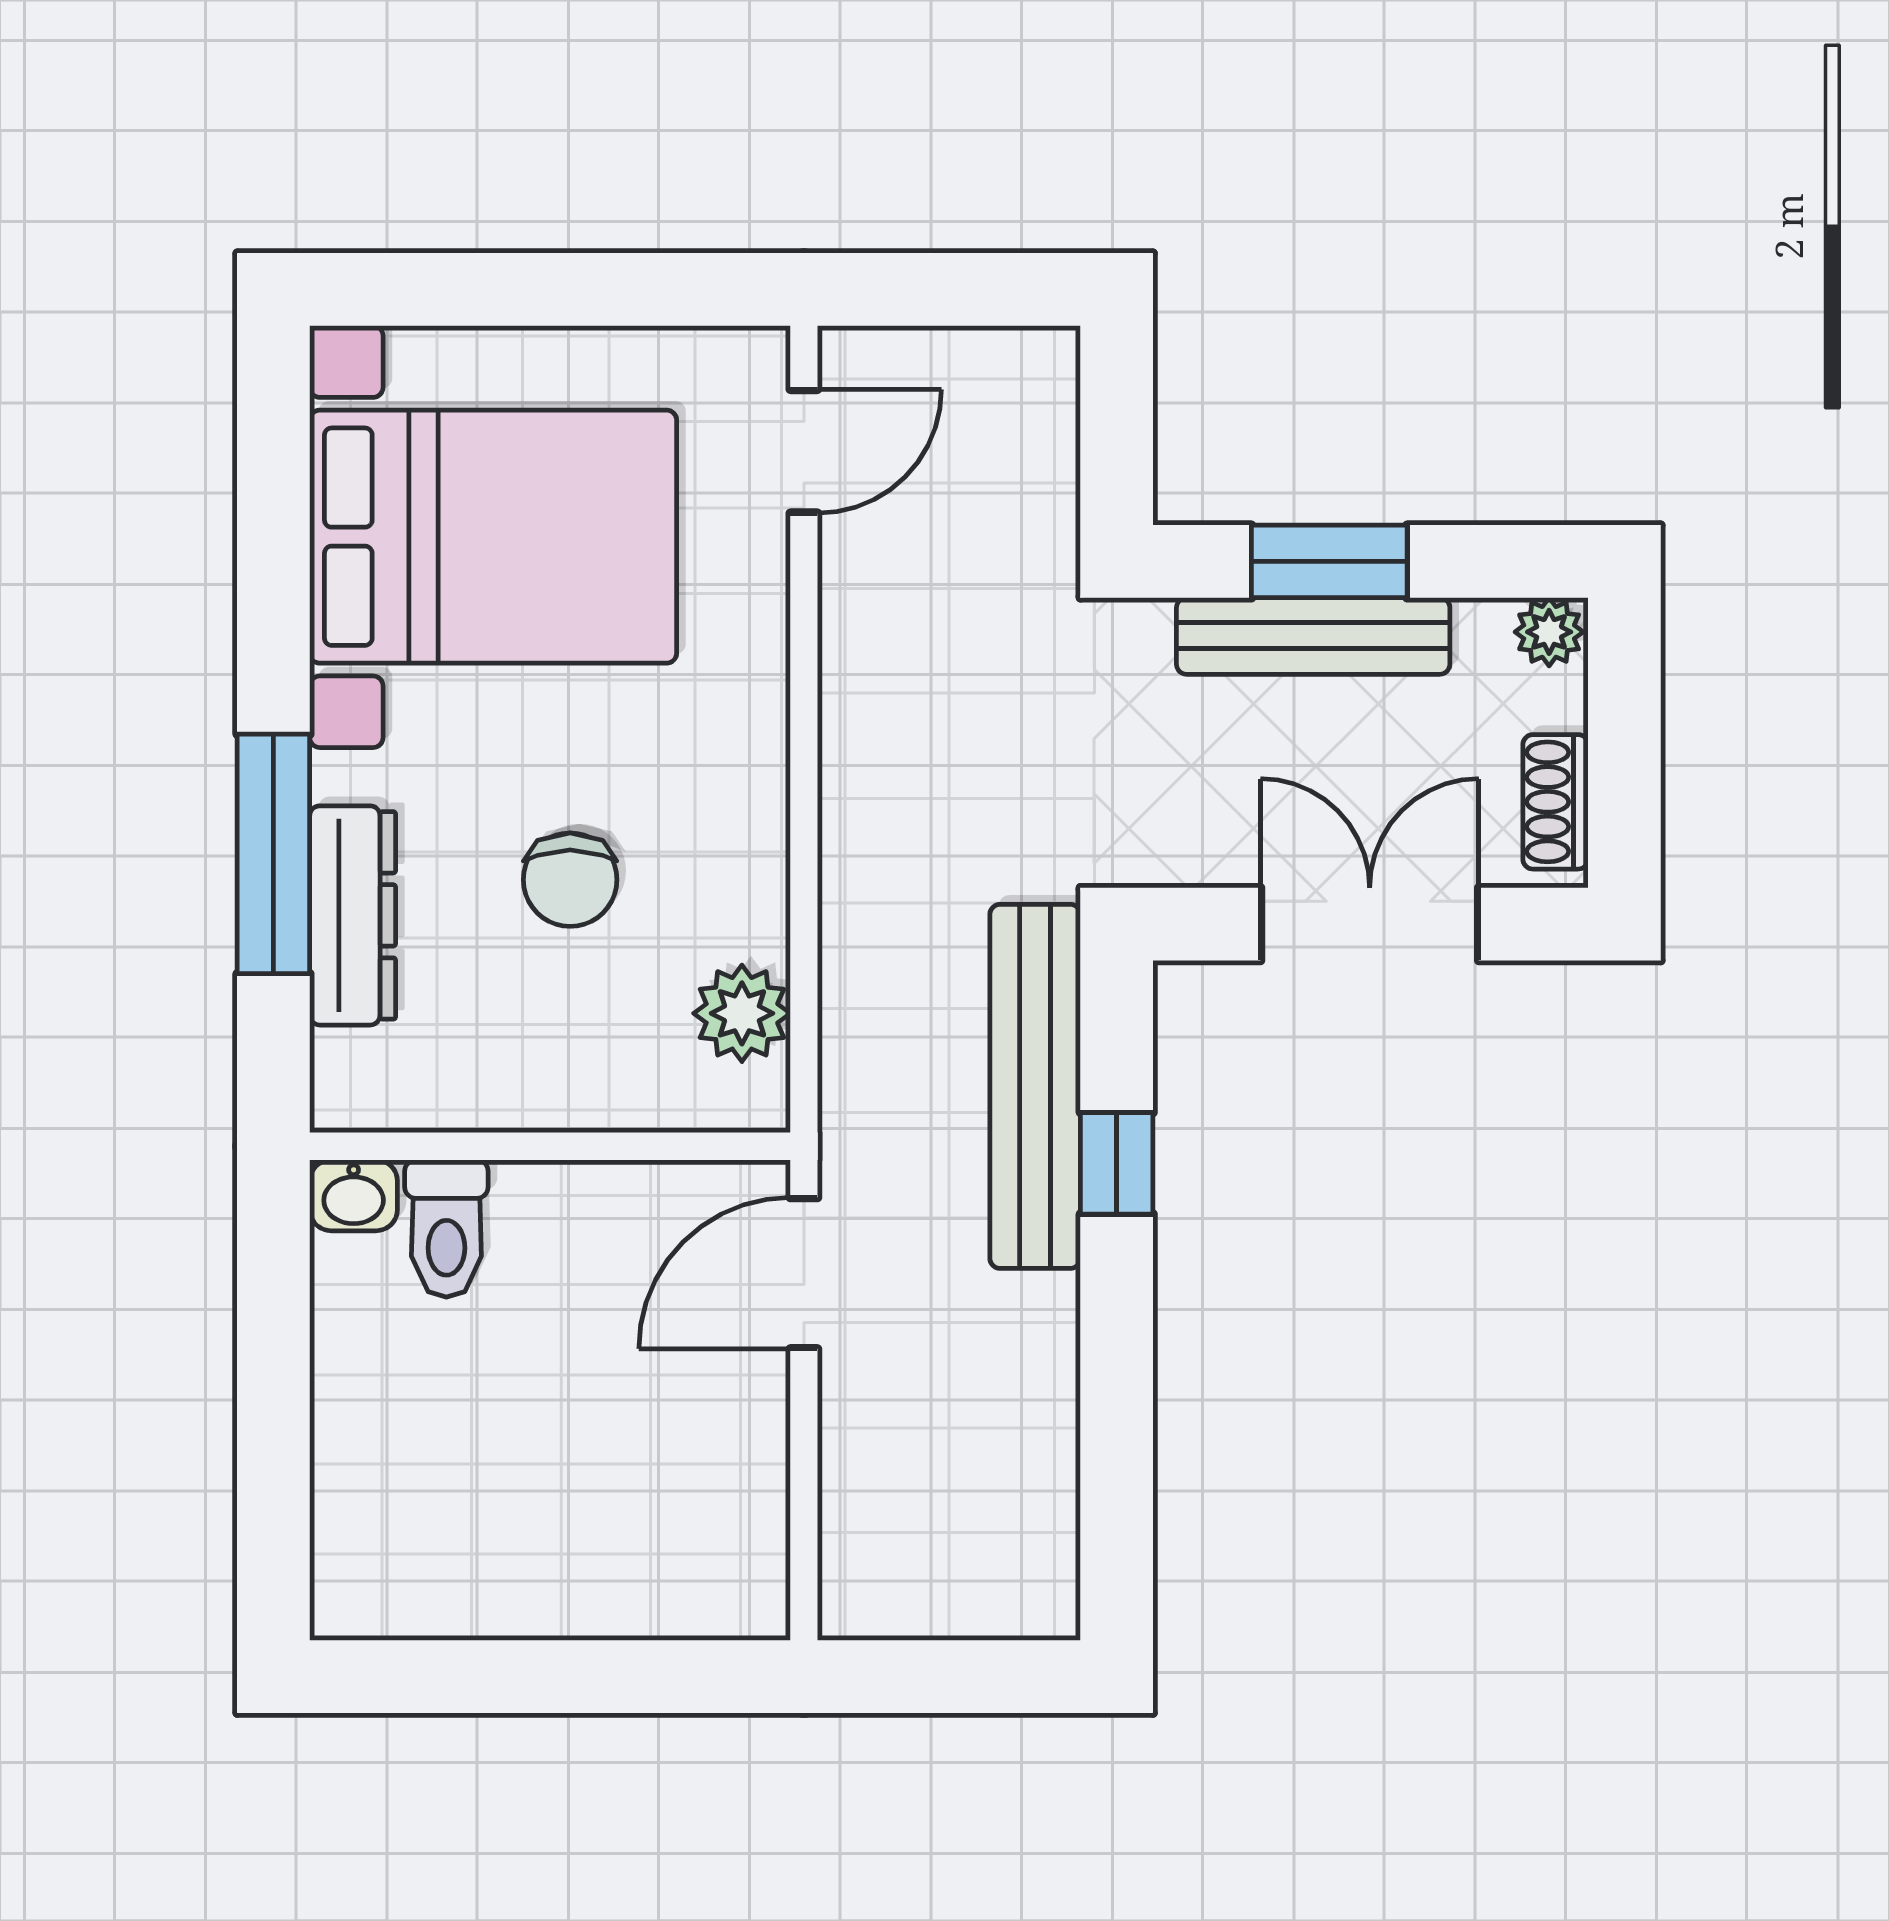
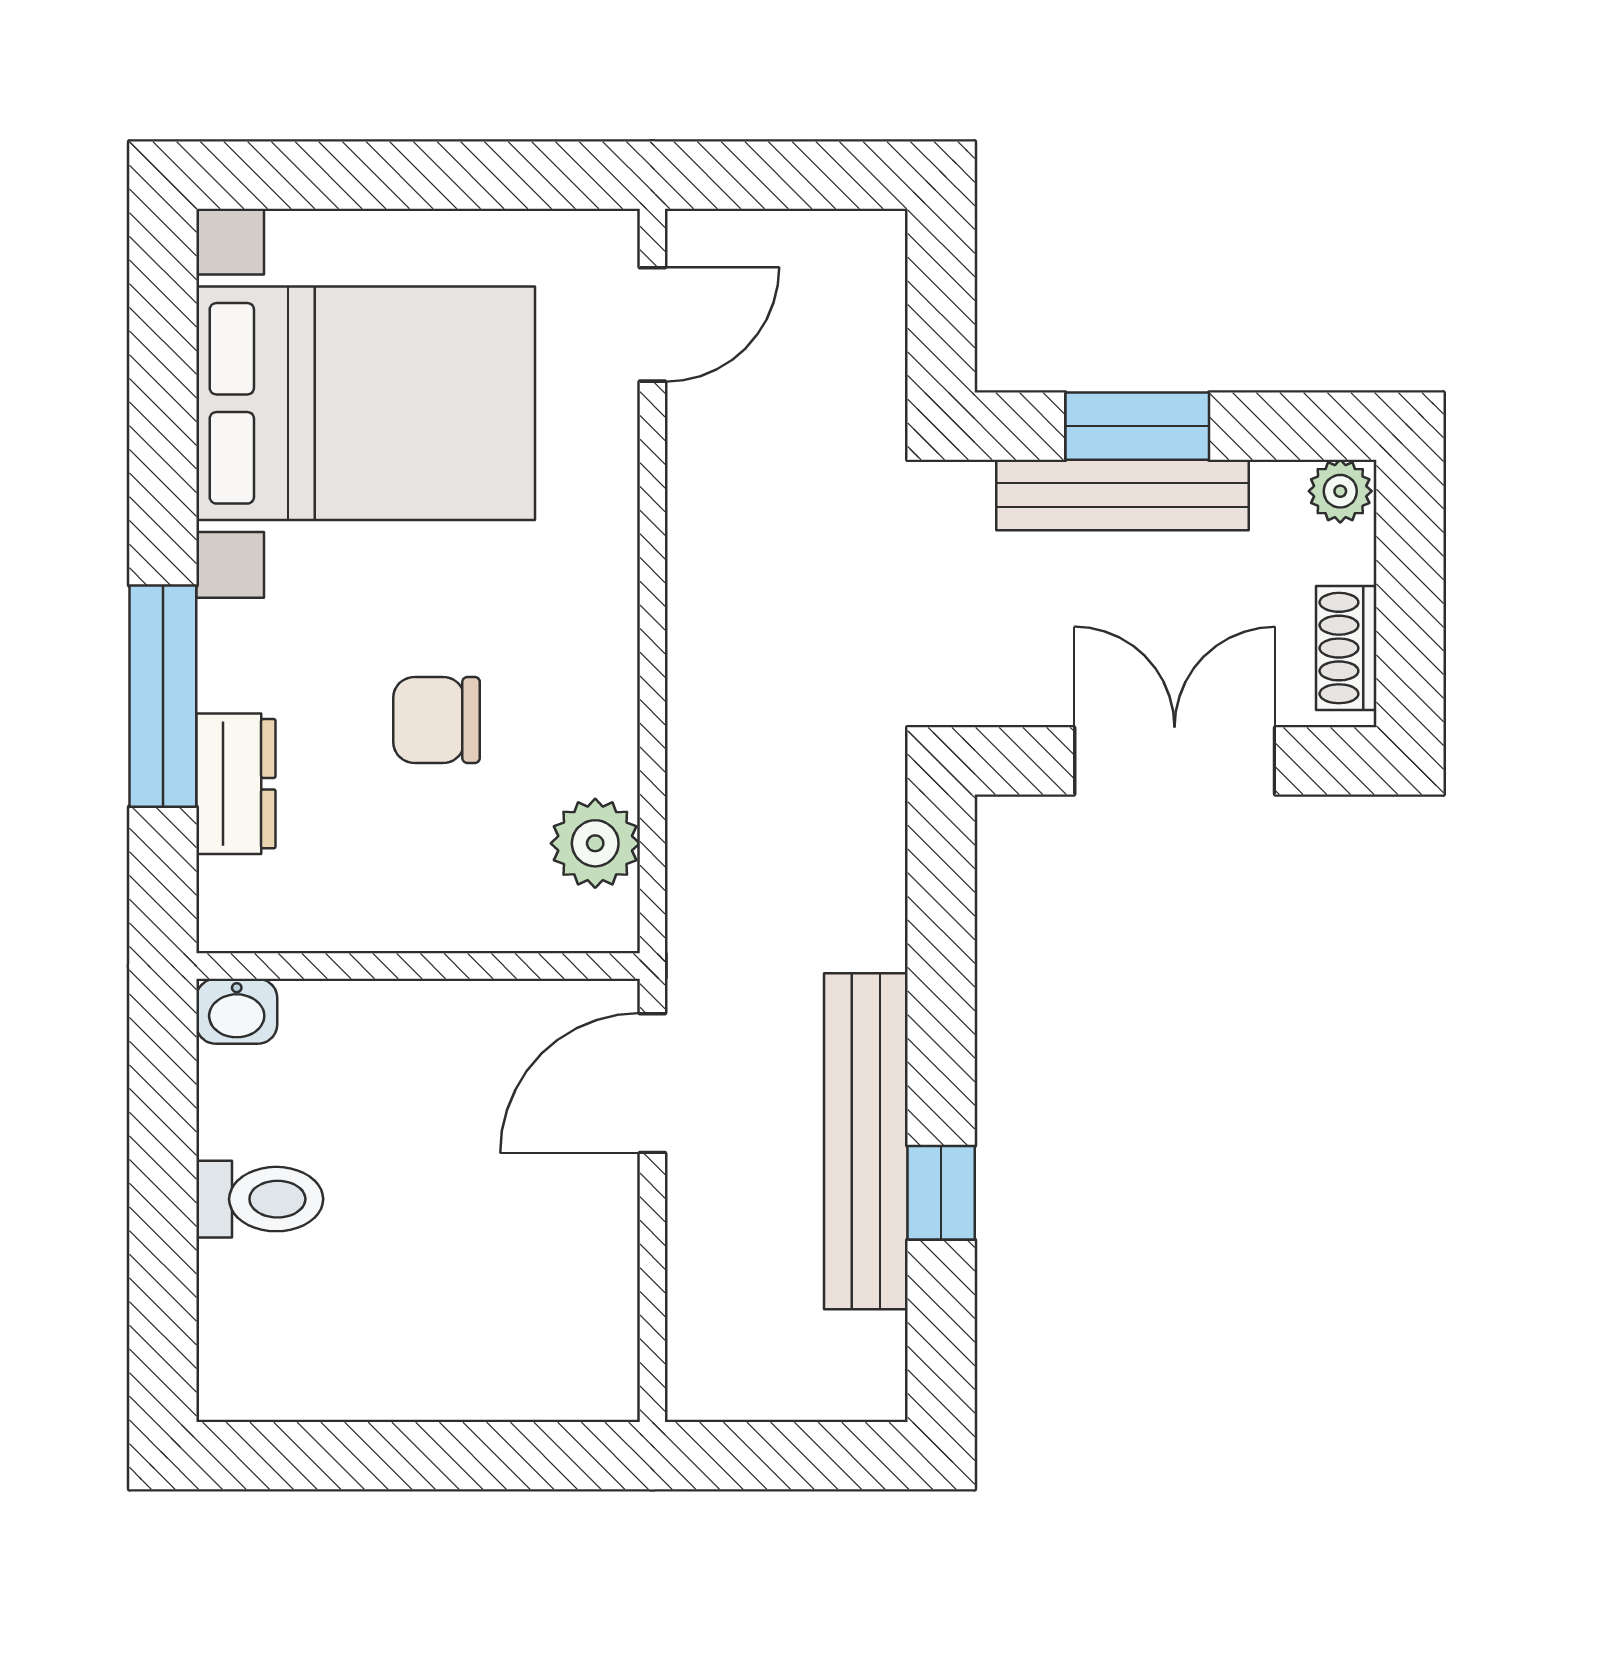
chair: (570, 880) -> (437, 720), turned 90
dresser: (353, 915) -> (236, 784), width x0.70
bench: (1035, 1086) -> (866, 1141), moved
window: (1117, 1163) -> (941, 1193), moved
toilet: (446, 1229) -> (260, 1199), moved, turned -90

